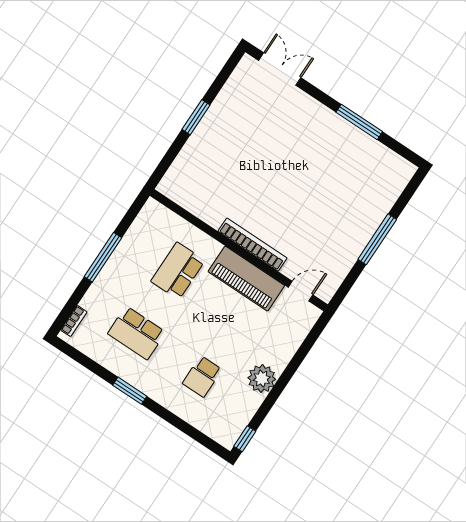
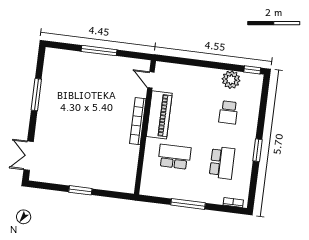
school desk: (178, 271) -> (174, 157), turned 180
school desk: (202, 376) -> (228, 112), turned 90
plant: (262, 379) -> (231, 80), moved

